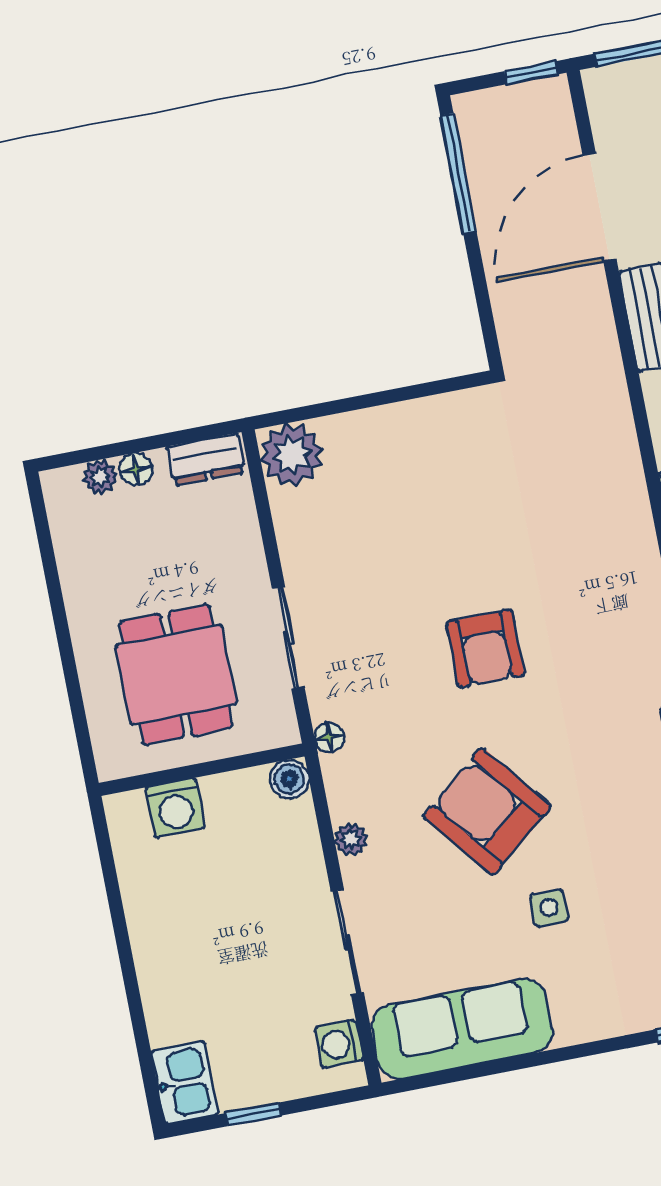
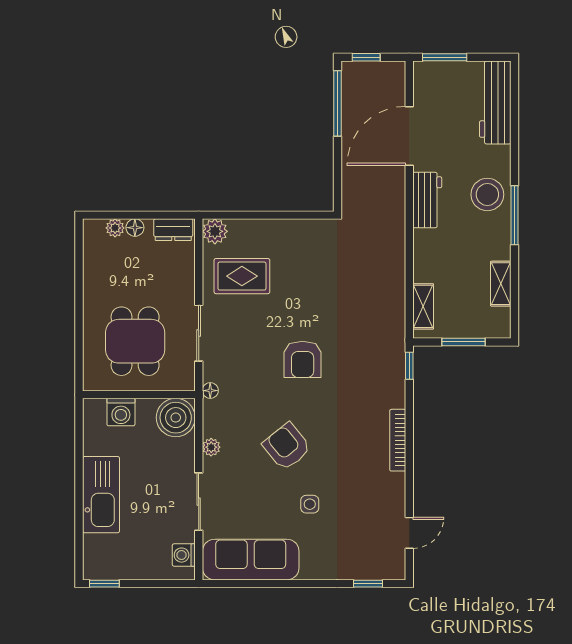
window: (531, 73) -> (366, 57), moved
plant: (292, 455) -> (215, 231), width x0.73, depth x0.73
rug: (346, 519) -> (242, 276), added
boiler: (289, 779) -> (176, 418), width x1.86, depth x1.86
armchair: (487, 812) -> (287, 446), width x0.73, depth x0.73
kitchen sink: (185, 1083) -> (101, 495), moved, width x1.88, depth x1.24
window: (253, 1114) -> (104, 584), moved

